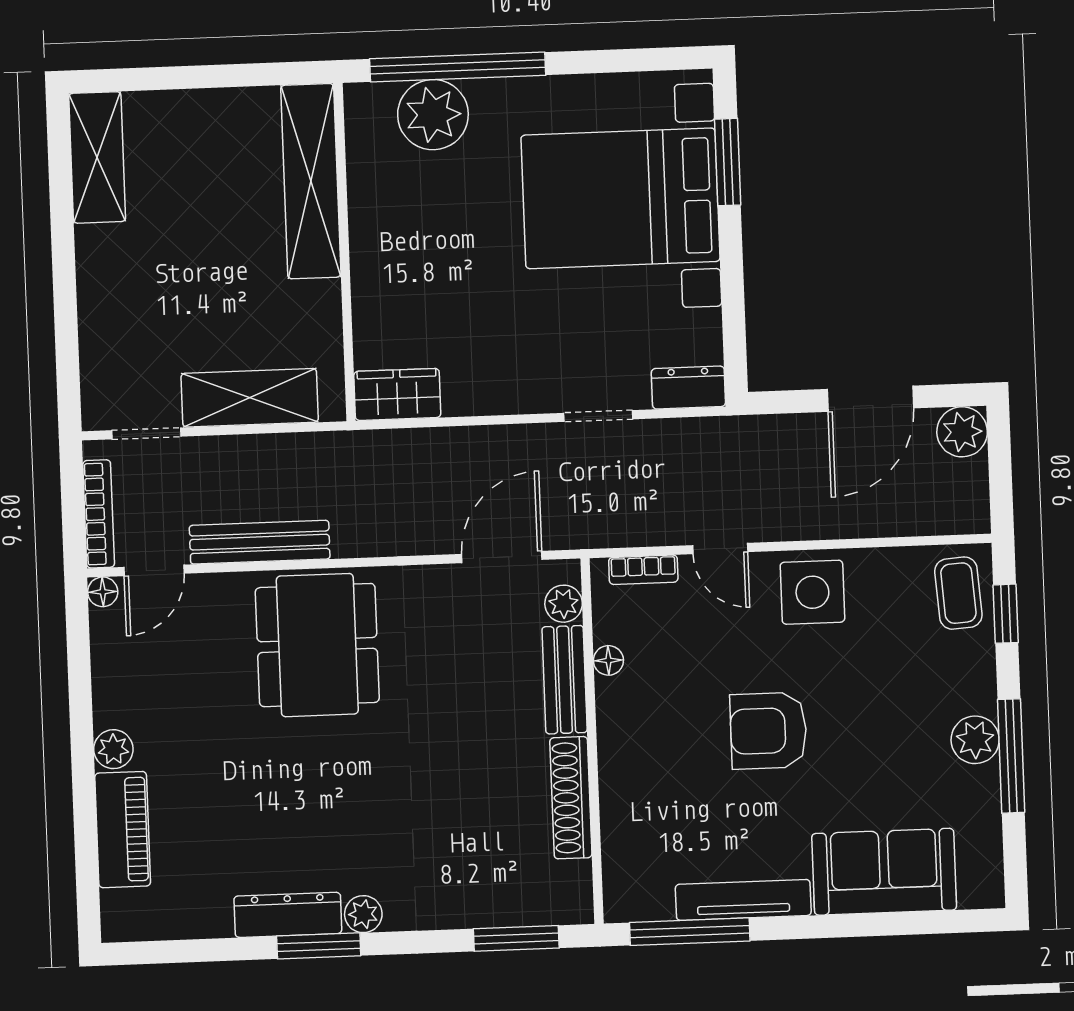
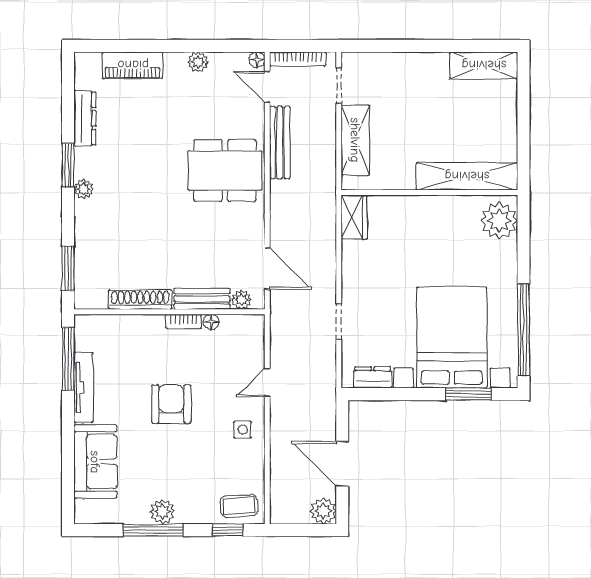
window: (458, 67) -> (524, 330), moved
plant: (433, 115) -> (499, 221), moved
dresser: (688, 388) -> (373, 377), moved, turned -90
bookcase: (643, 570) -> (184, 321), moved, turned -90
side table: (812, 592) -> (243, 430), width x0.54, depth x0.54
plant: (113, 749) -> (198, 62), moved
dresser: (288, 915) -> (85, 118), moved

